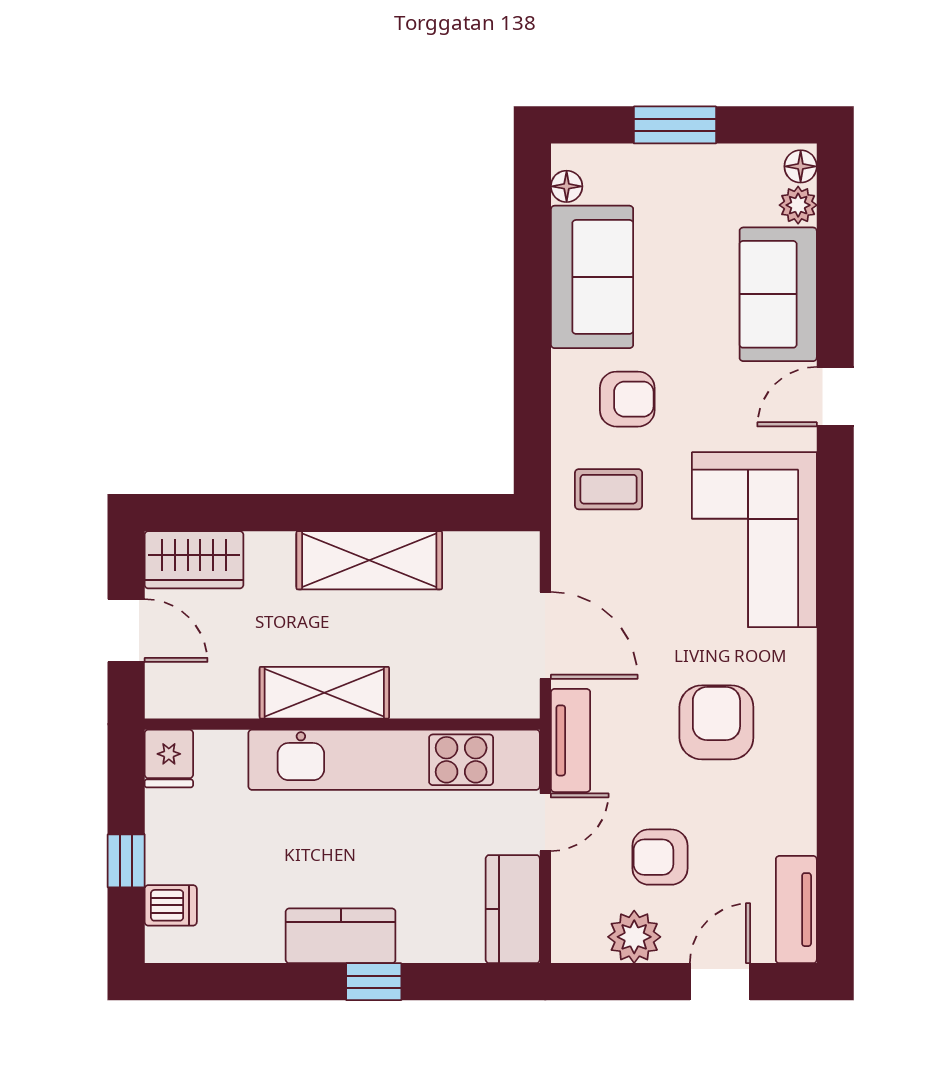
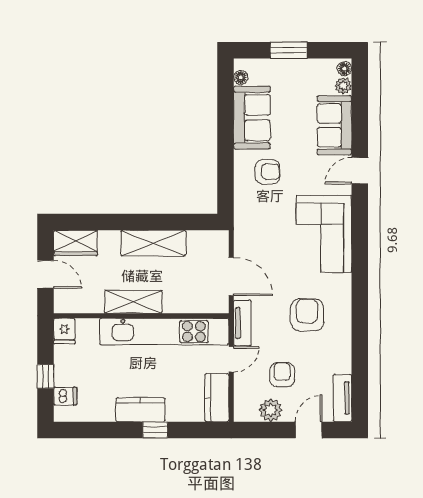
coffee table: (609, 489) -> (259, 212), removed
armchair: (660, 857) -> (282, 375), turned 90

